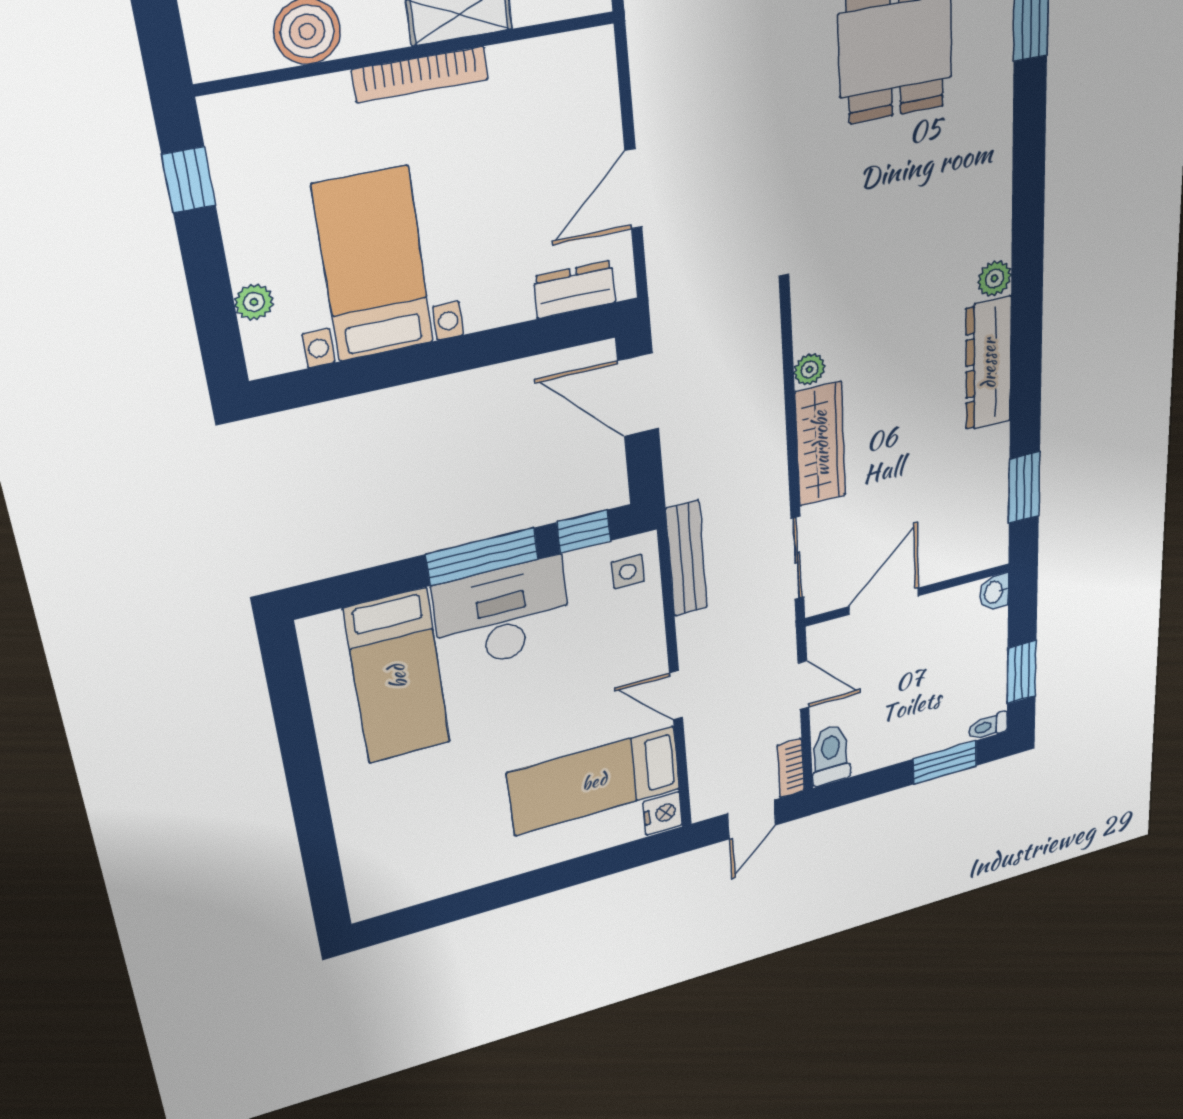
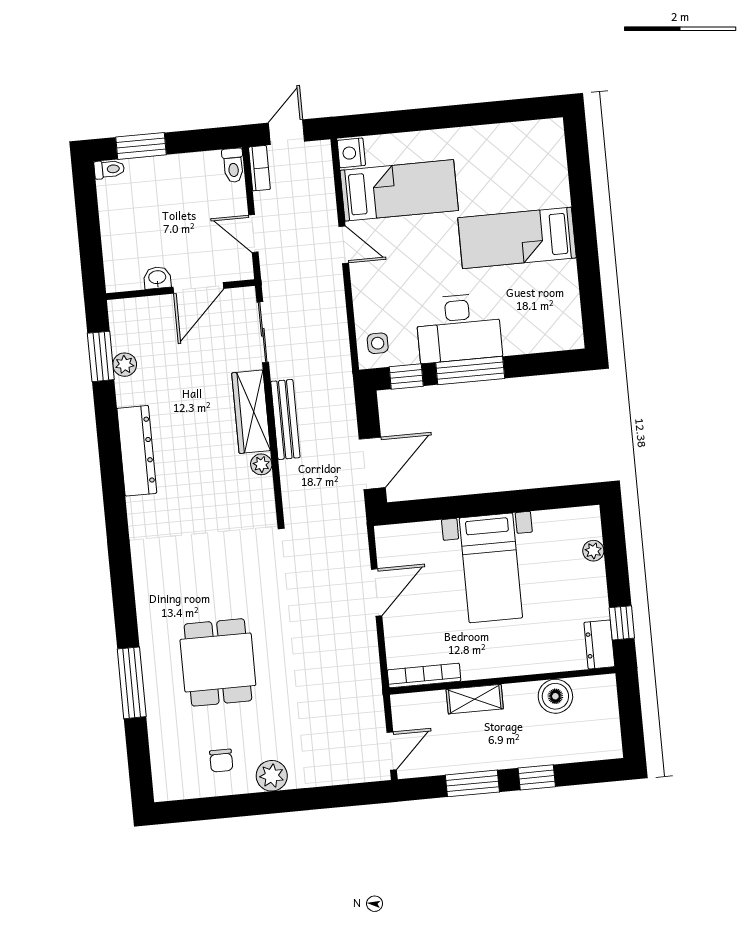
bookcase: (420, 75) -> (424, 675), moved
bed with nightstands: (373, 265) -> (491, 568), moved
plant: (995, 279) -> (125, 365), moved
dresser: (575, 289) -> (599, 644), moved, turned 90
door: (638, 395) -> (372, 463), hinge flipped
bench: (687, 559) -> (285, 419), moved
washbasin: (994, 592) -> (157, 278), moved, turned -90
window: (1022, 672) -> (87, 209), removed
bed: (397, 677) -> (517, 238), moved, turned -90
toilet: (831, 755) -> (233, 165), width x0.73, depth x0.72

